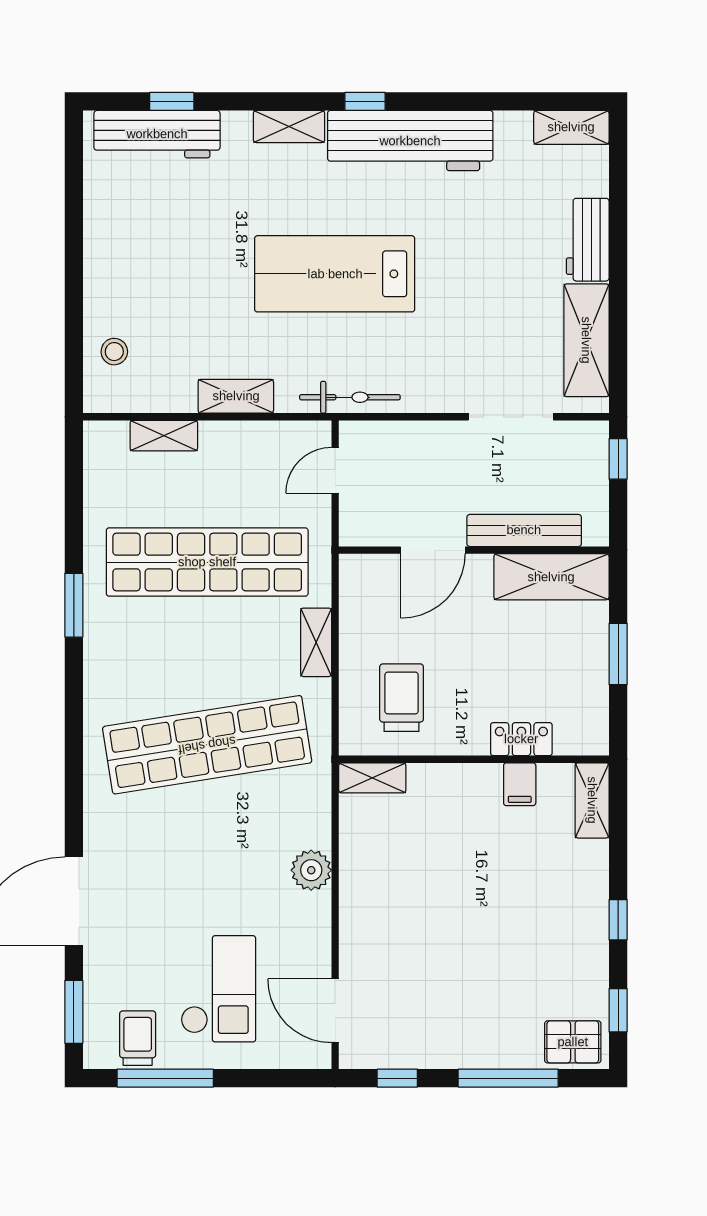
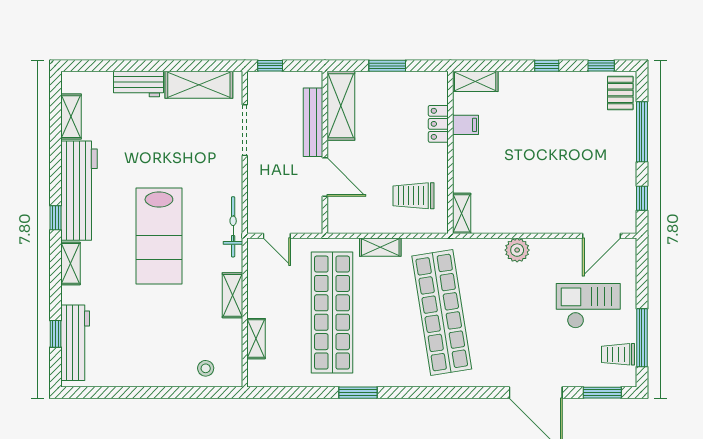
shelving: (571, 127) -> (71, 117), moved

